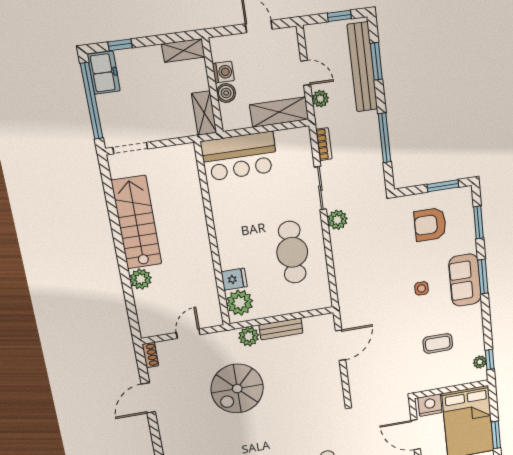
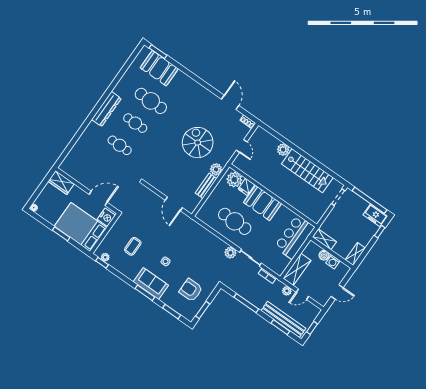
armchair: (430, 224) -> (191, 290), turned -90
booth: (235, 240) -> (262, 203), added

